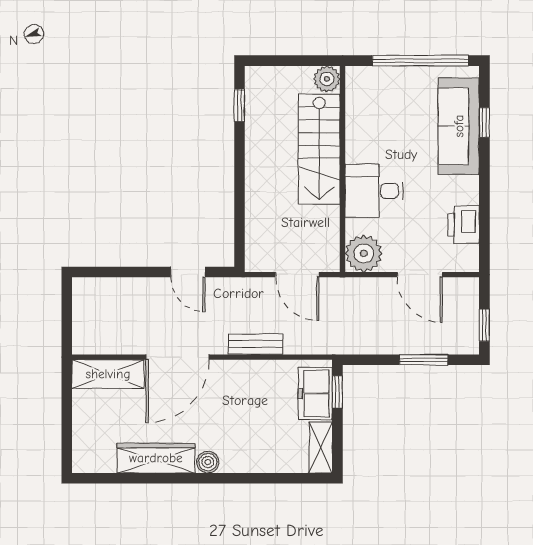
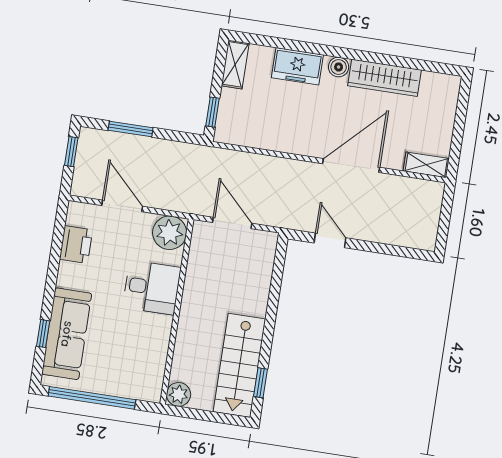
stairs: (319, 149) -> (239, 365), moved, turned 180
bench: (256, 344) -> (279, 166), removed
shelving: (108, 374) -> (426, 165), width x0.67, depth x0.75
freezer: (315, 394) -> (297, 66), moved, turned 90

